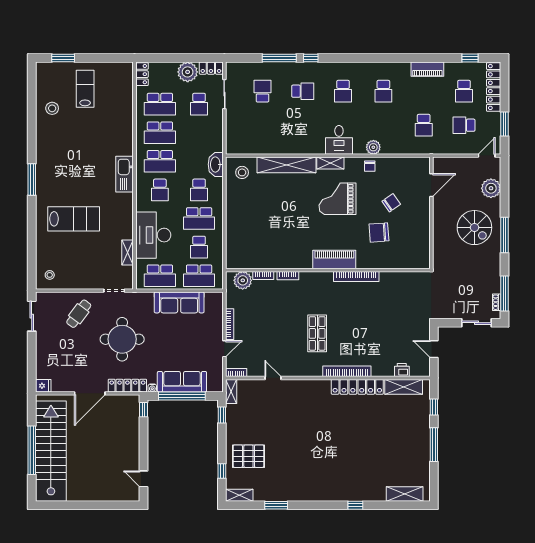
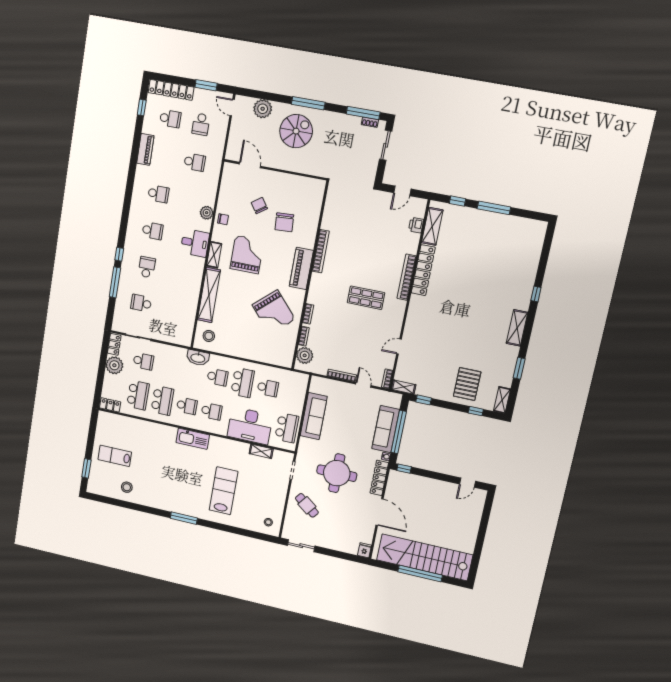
school desk: (160, 161) -> (187, 406), width x0.54
grand piano: (337, 199) -> (247, 255), turned 180
grand piano: (282, 238) -> (274, 312), added
school desk: (199, 276) -> (293, 393), removed
shelving: (405, 494) -> (517, 328), moved

